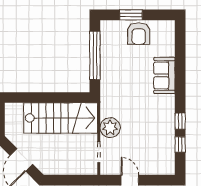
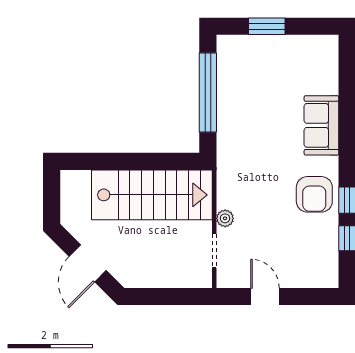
armchair: (139, 34) -> (314, 194), moved
plant: (110, 128) -> (225, 218), width x0.53, depth x0.53

